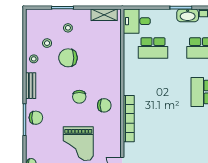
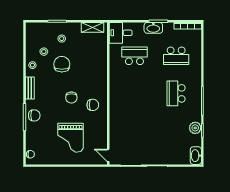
washbasin: (188, 15) -> (153, 28), moved
school desk: (153, 48) -> (134, 56), turned 180
chair: (68, 58) -> (62, 64), turned 90
bookcase: (129, 119) -> (114, 116), removed

